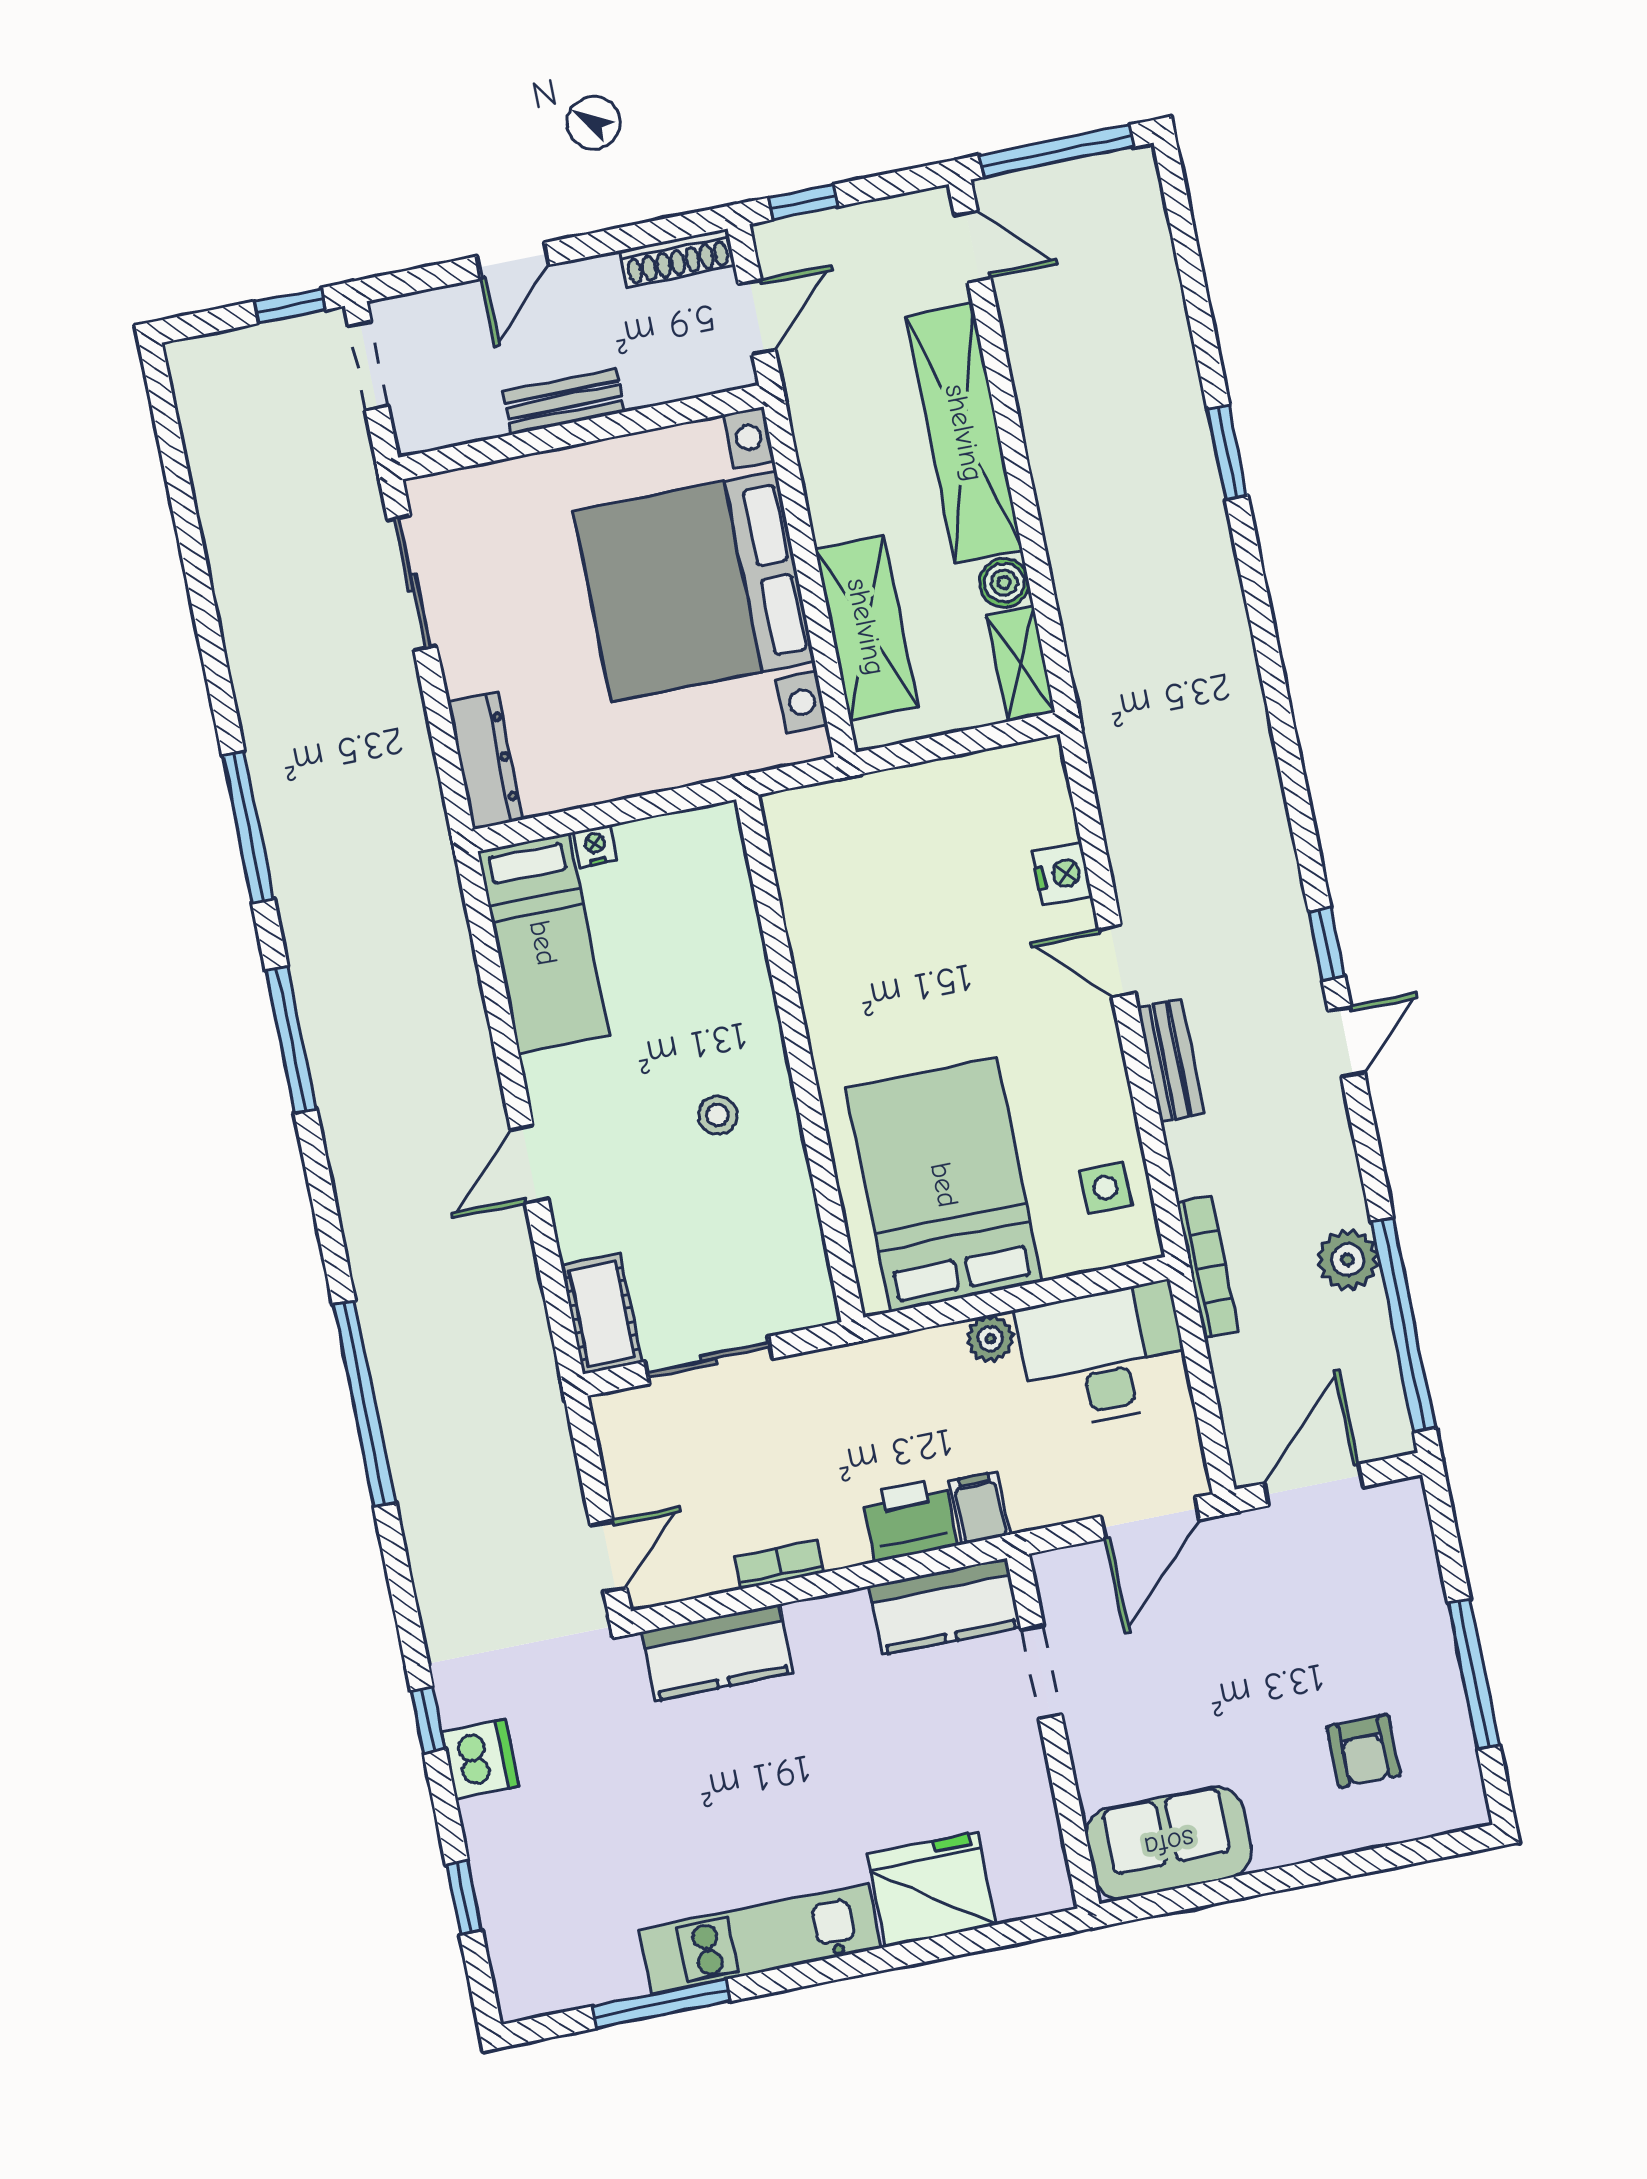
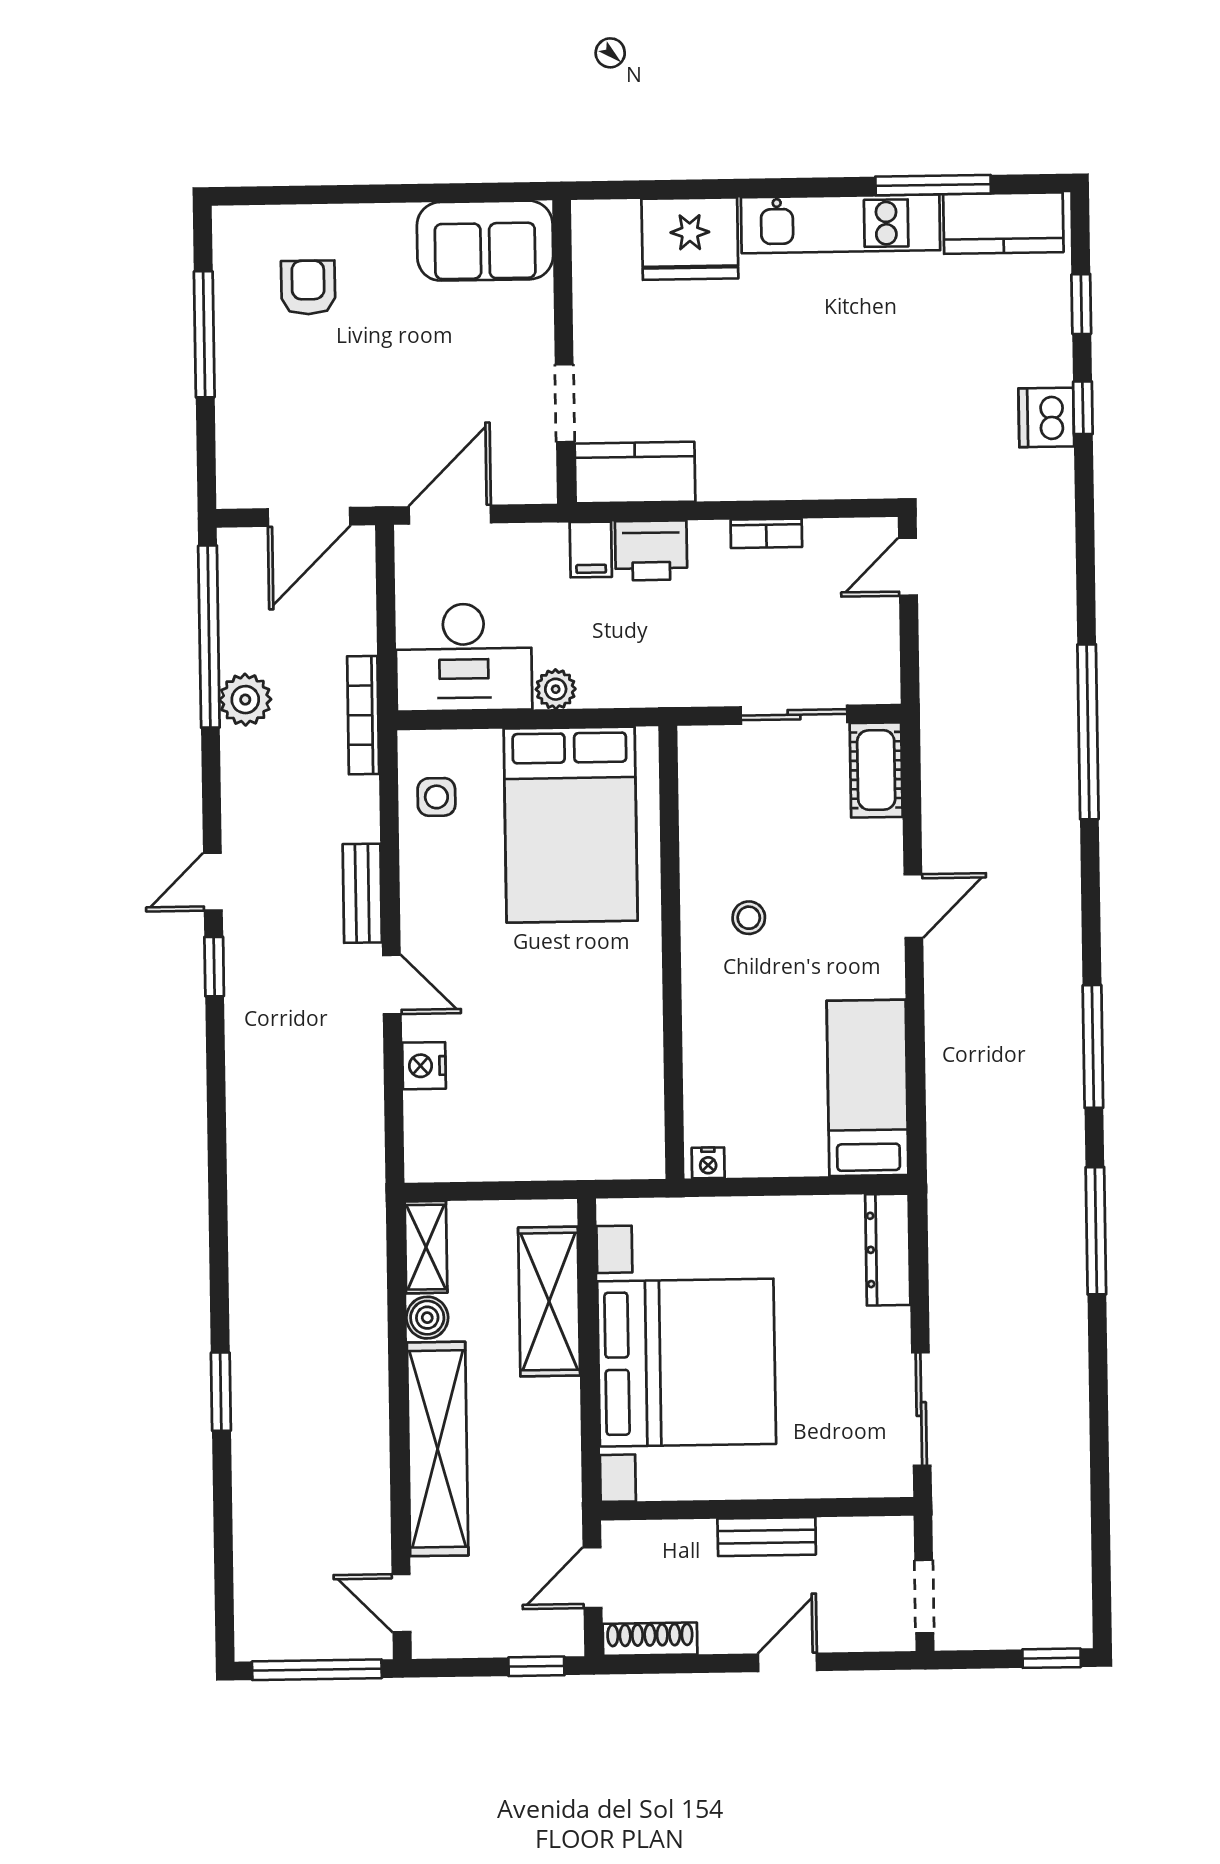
window: (290, 306) -> (1052, 1658), moved
nightstand: (595, 846) -> (708, 1163), moved
kitchen counter: (717, 1652) -> (1003, 223), moved, turned 180
window: (428, 1720) -> (1083, 408), moved

